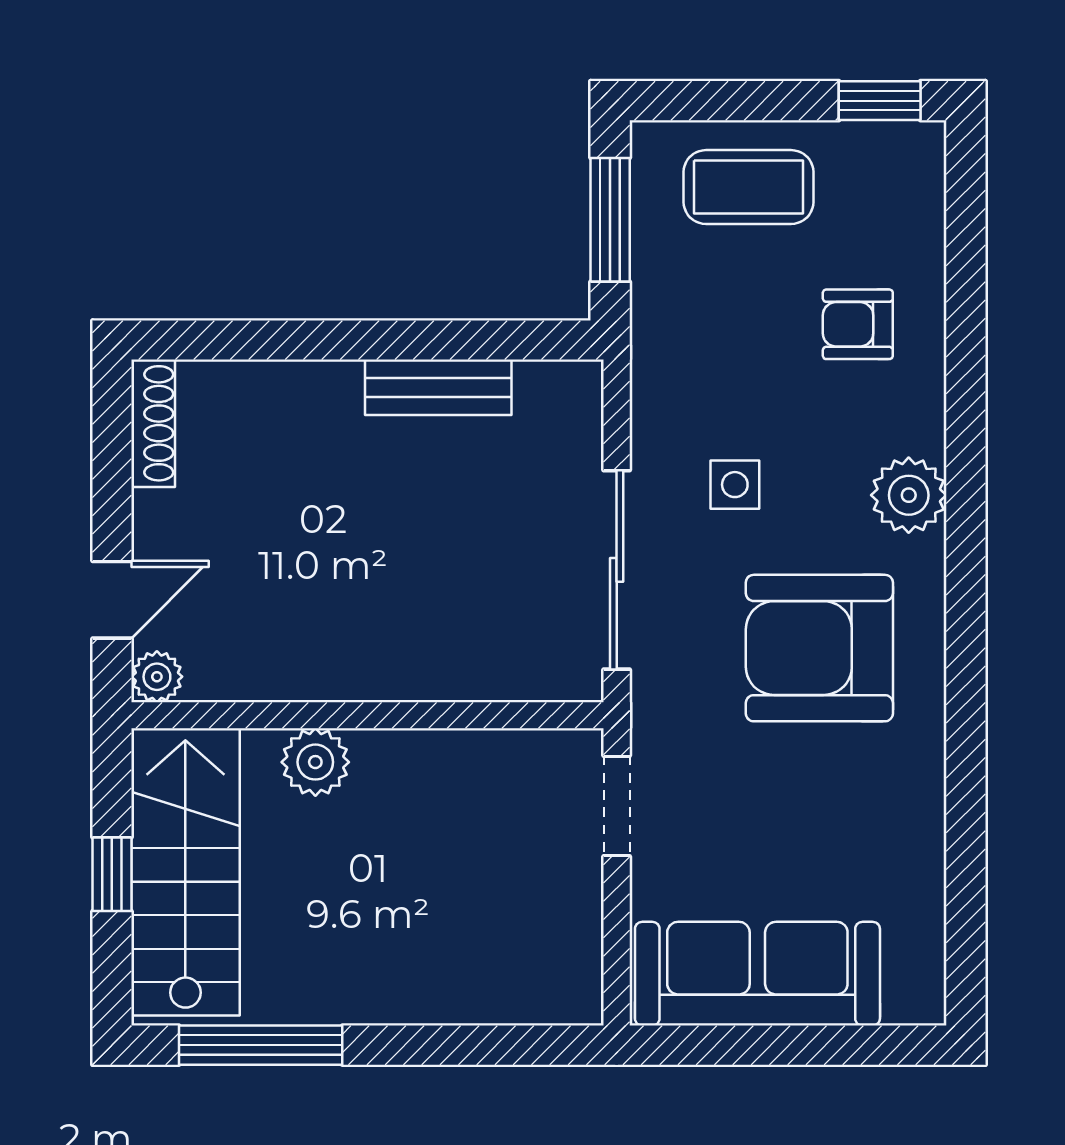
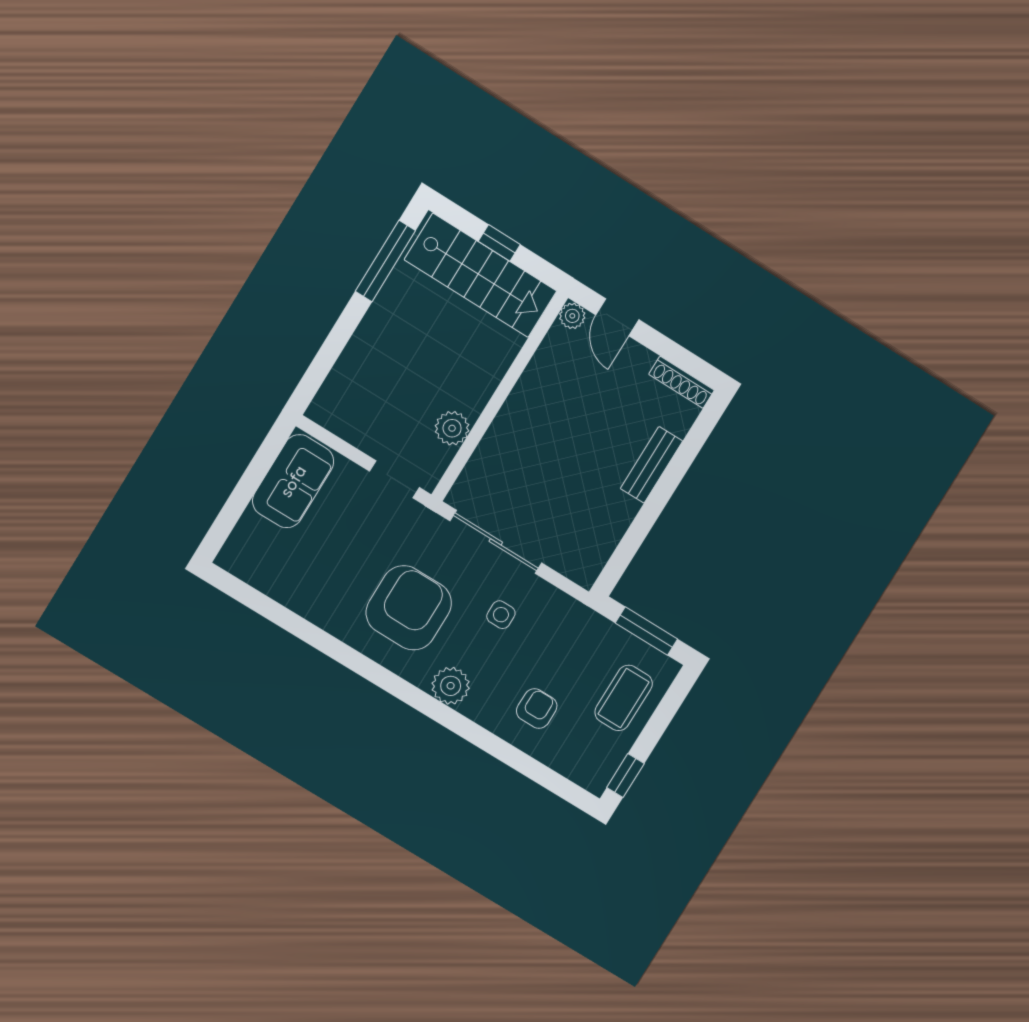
bench: (438, 387) -> (651, 465), moved
plant: (315, 762) -> (452, 428), moved
sofa: (757, 974) -> (293, 481), width x0.73

